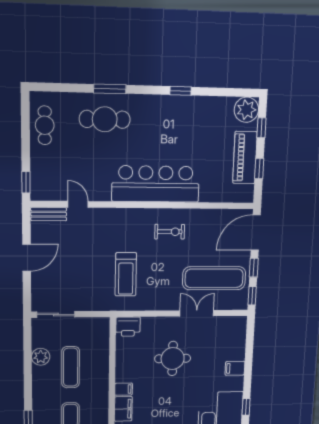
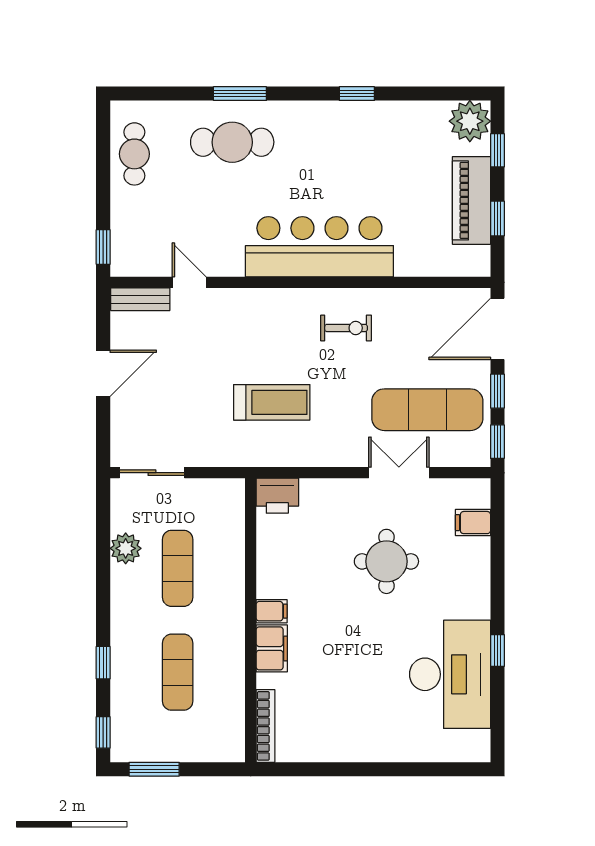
treadmill: (126, 274) -> (272, 402), turned -90
round table: (173, 359) -> (386, 561), moved
filing cabinet: (235, 368) -> (473, 523), moved

